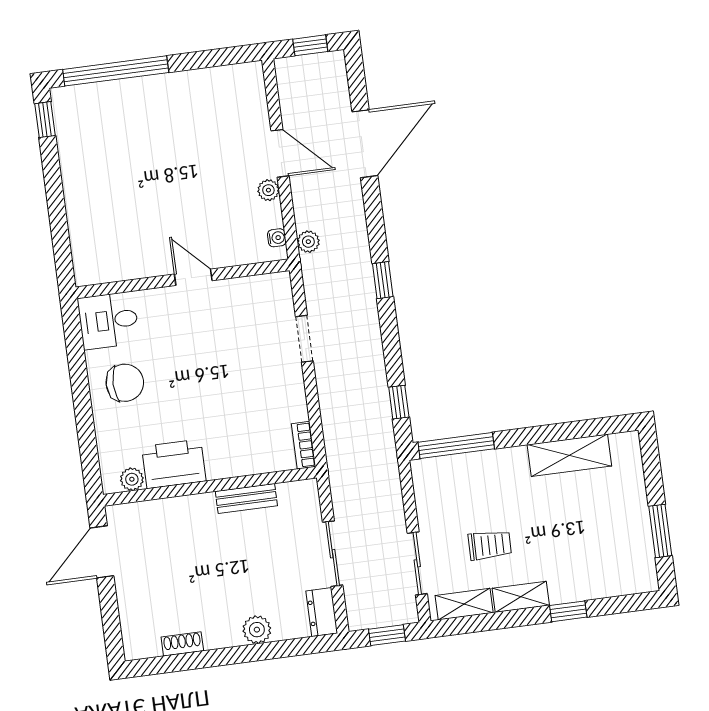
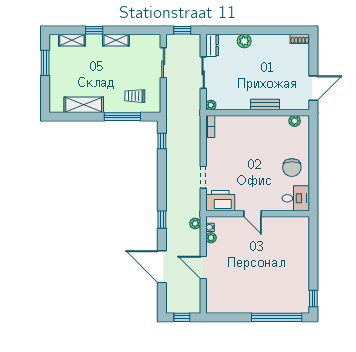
door: (365, 144) -> (162, 267), hinge flipped
plant: (268, 190) -> (211, 238), moved
window: (383, 280) -> (162, 220), moved
chair: (125, 383) -> (292, 168), turned -90
window: (456, 445) -> (122, 117), moved
printer: (174, 464) -> (220, 201), moved, turned 180
plant: (308, 489) -> (211, 105), added
bench: (246, 498) -> (265, 104), moved
trolley: (490, 545) -> (135, 96), moved
shelving: (464, 604) -> (72, 40), moved
shoe rack: (182, 644) -> (300, 39), moved

